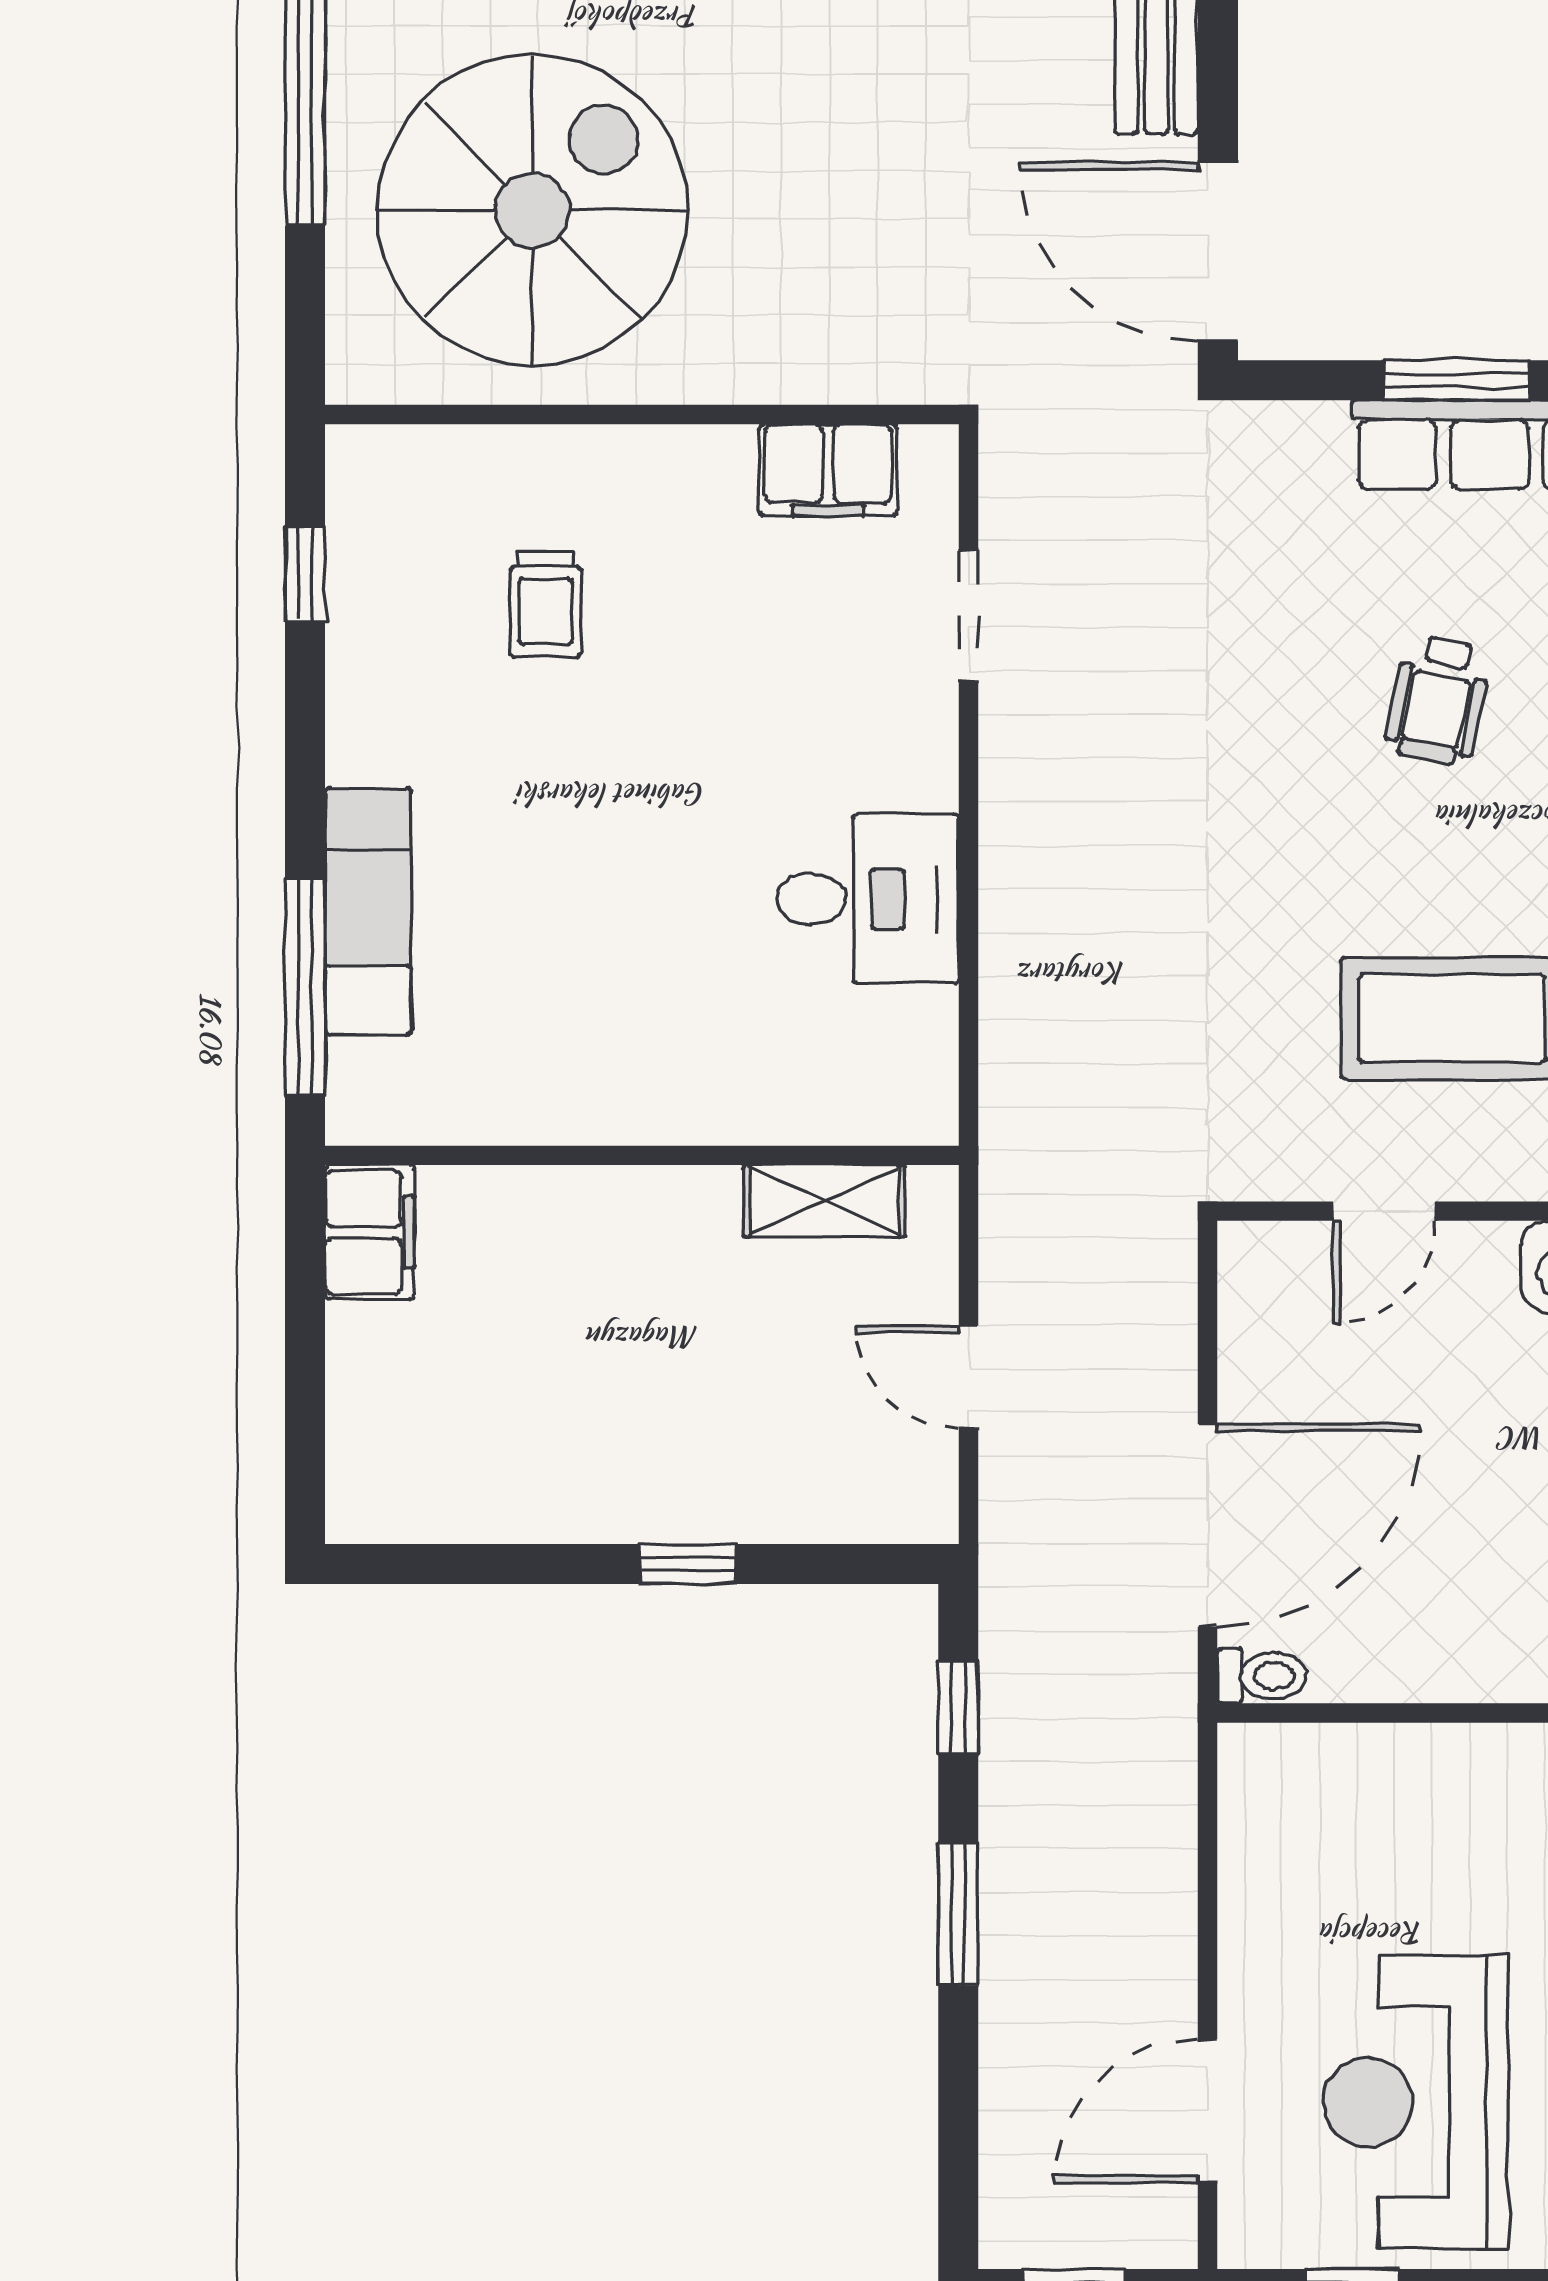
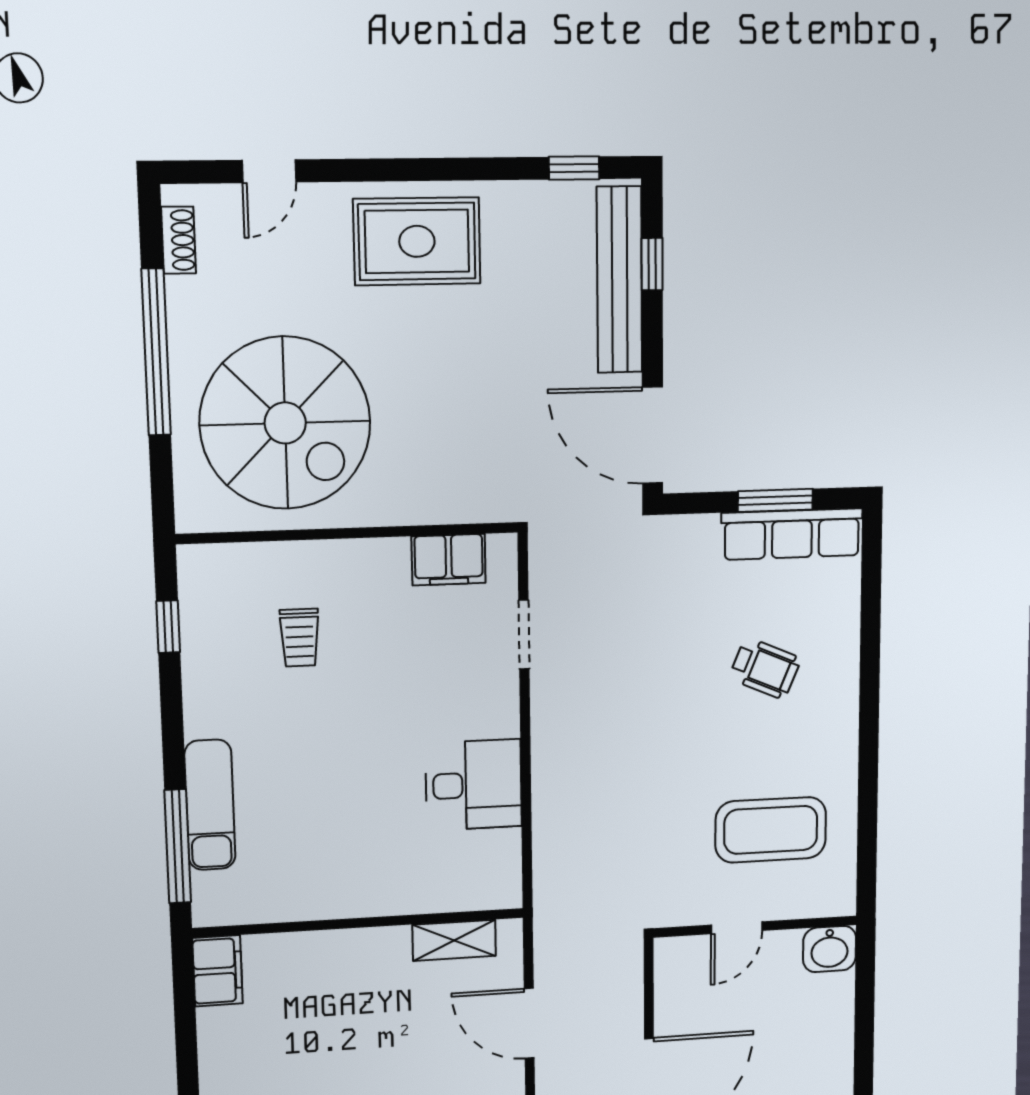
spiral stairs: (532, 210) -> (285, 423), turned 90
wheelchair: (1438, 700) -> (765, 668), turned -79
door: (969, 1377) -> (529, 1023), width x1.38

